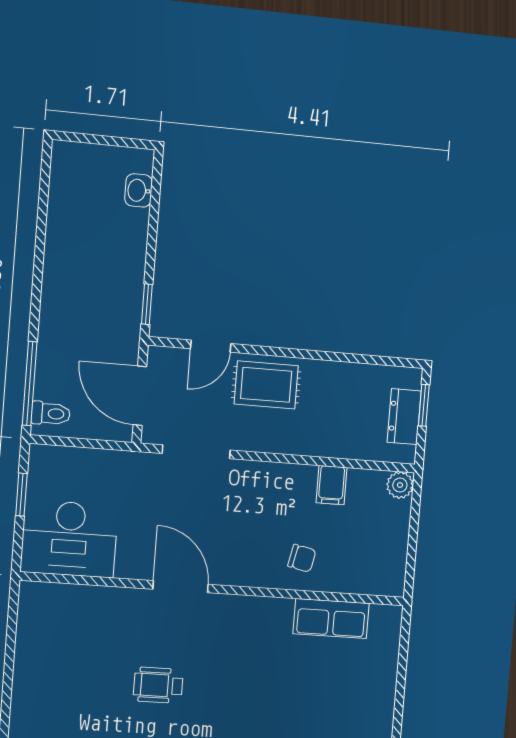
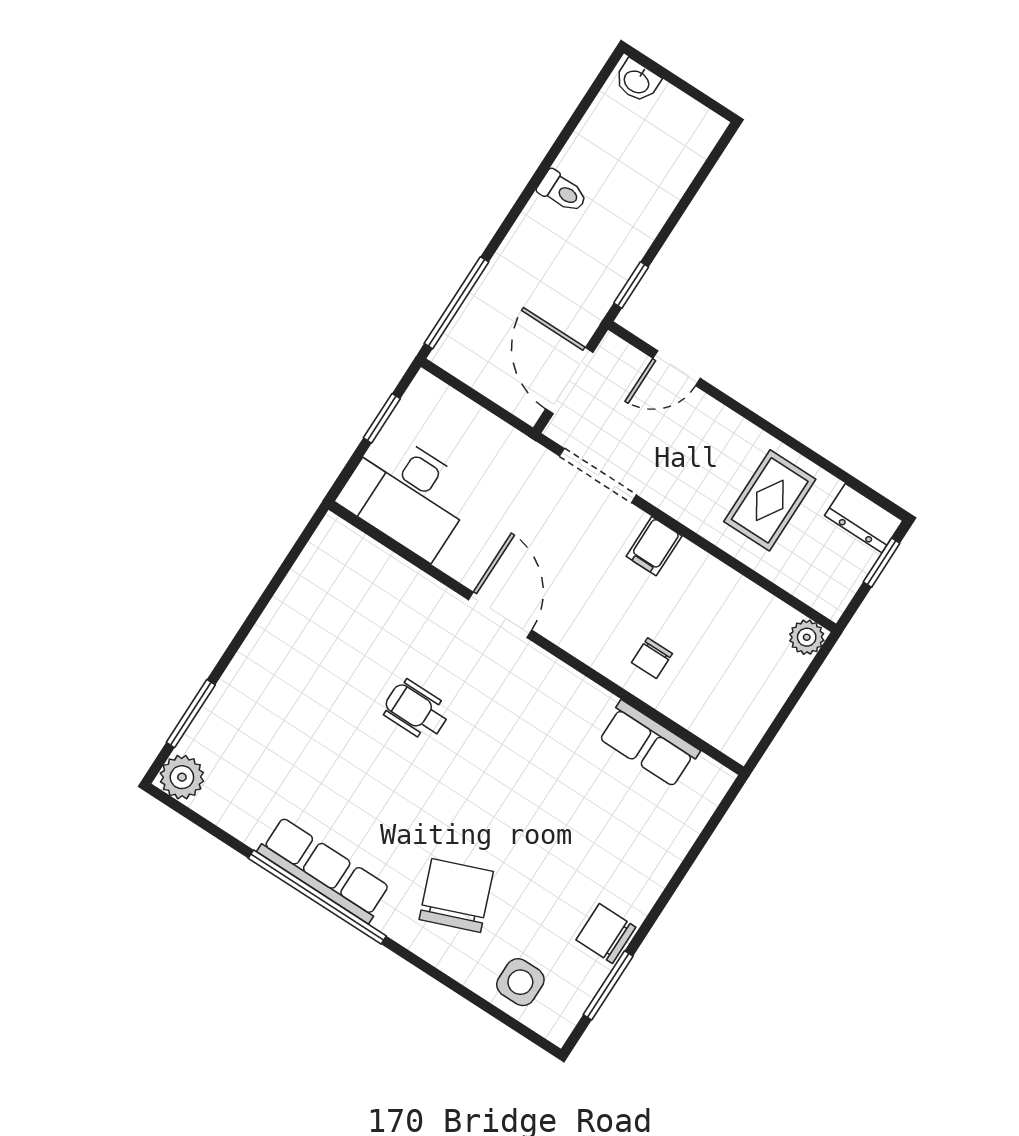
washbasin: (139, 190) -> (637, 81), moved, turned -90
rug: (266, 385) -> (770, 500), moved, turned 90
toilet: (51, 414) -> (562, 191), moved
dresser: (404, 417) -> (864, 518), moved, turned -90
filing cabinet: (331, 485) -> (654, 546), moved
chair: (302, 558) -> (652, 658), turned 78

